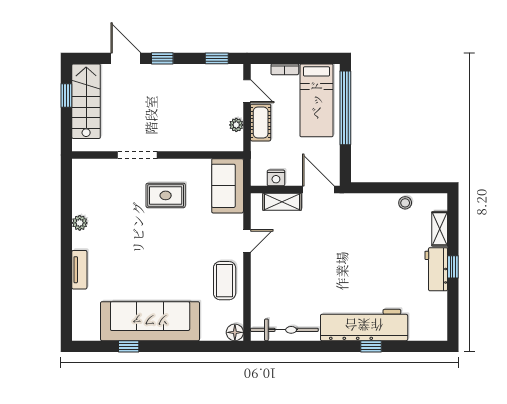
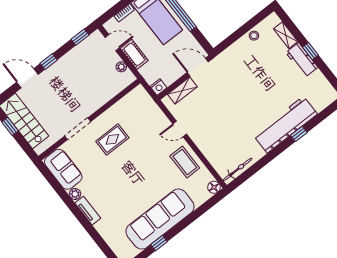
nightstand: (276, 178) -> (158, 87), moved
sofa: (228, 186) -> (63, 169), moved, turned 180
door: (247, 241) -> (180, 129), swing flipped
tv unit: (79, 270) -> (88, 211), moved
bicycle: (284, 330) -> (238, 169), width x0.73, depth x0.71

